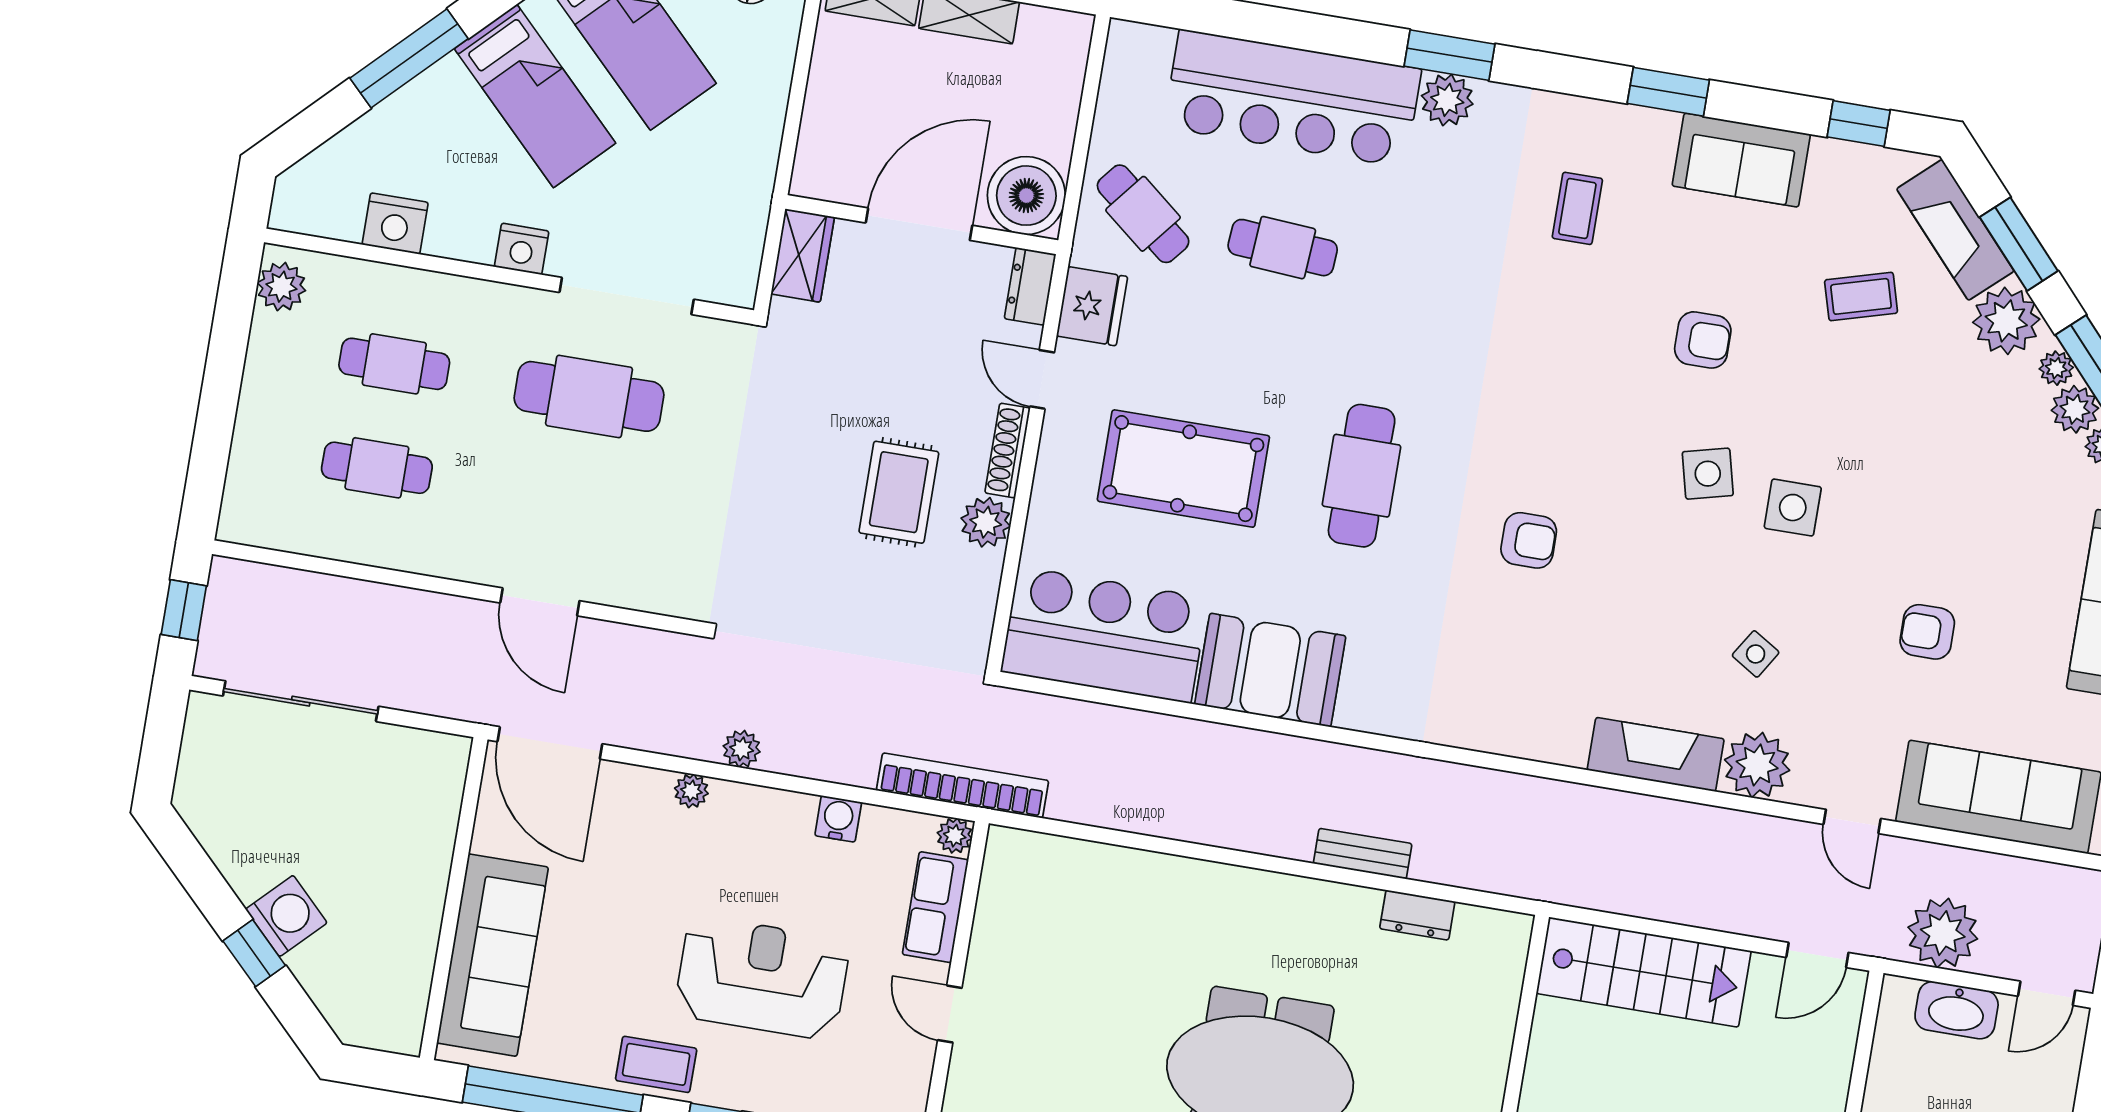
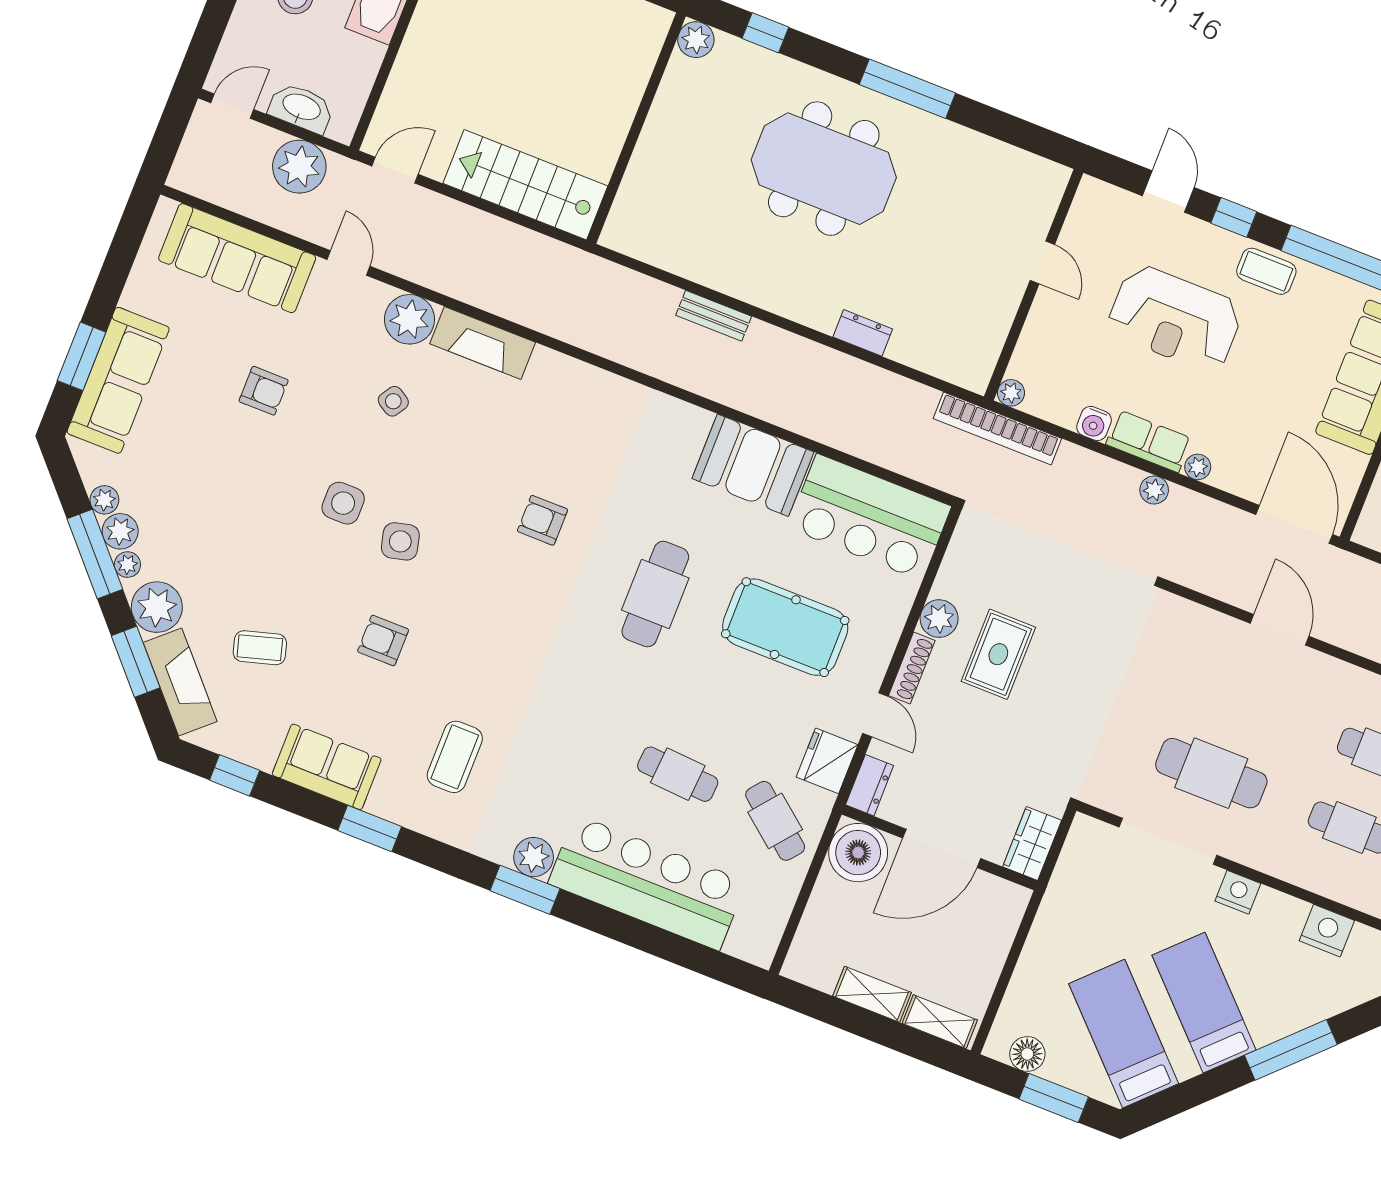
coffee table: (1577, 208) -> (455, 757), width x1.36, depth x1.30
row of seats: (935, 907) -> (1149, 441), moved, turned -90
dresser: (1417, 915) -> (863, 333), moved

